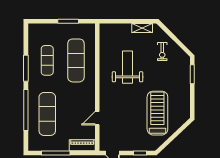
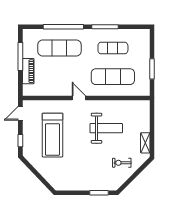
treadmill: (157, 113) -> (53, 135), moved, turned 90
door: (97, 118) -> (79, 98), moved
piano: (82, 145) -> (28, 71), moved

